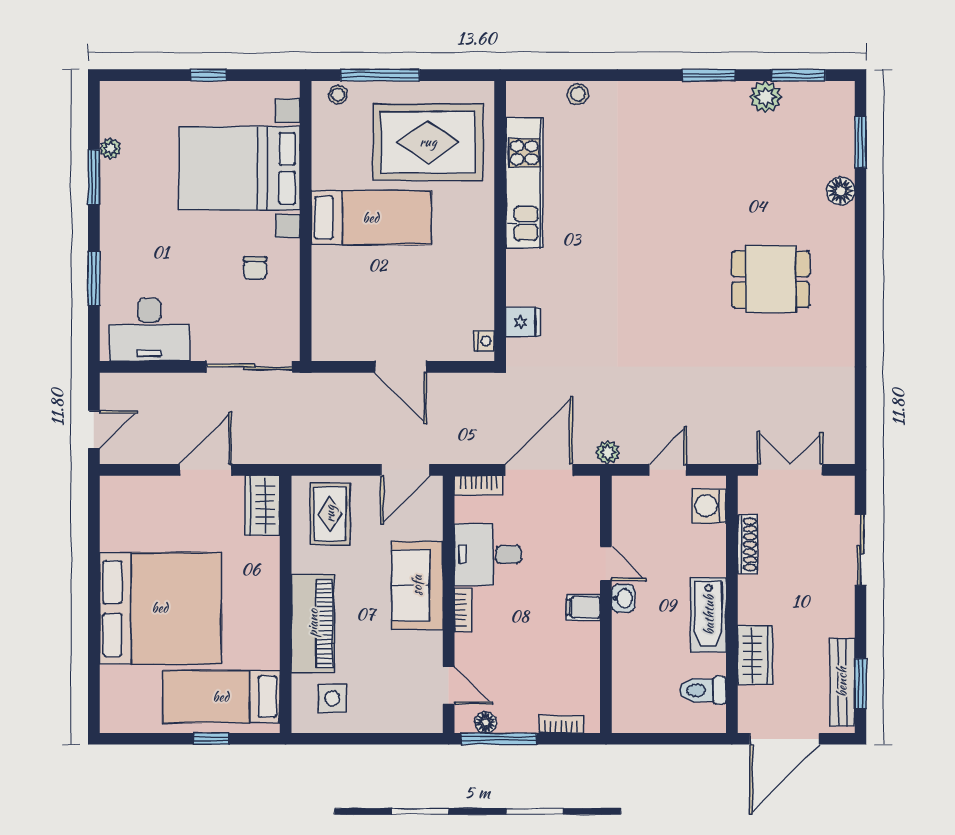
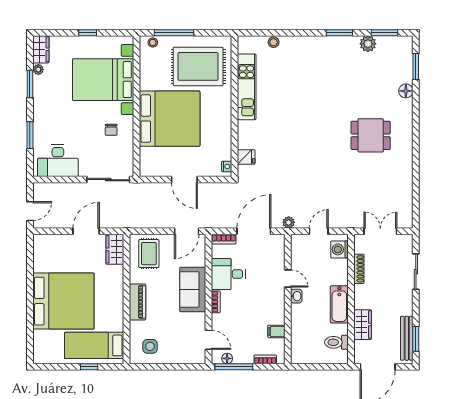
wardrobe: (115, 108) -> (41, 49), added
bed: (371, 218) -> (170, 119), width x2.04
filing cabinet: (583, 607) -> (276, 331), moved
piano: (313, 623) -> (137, 302), width x0.73, depth x0.75

